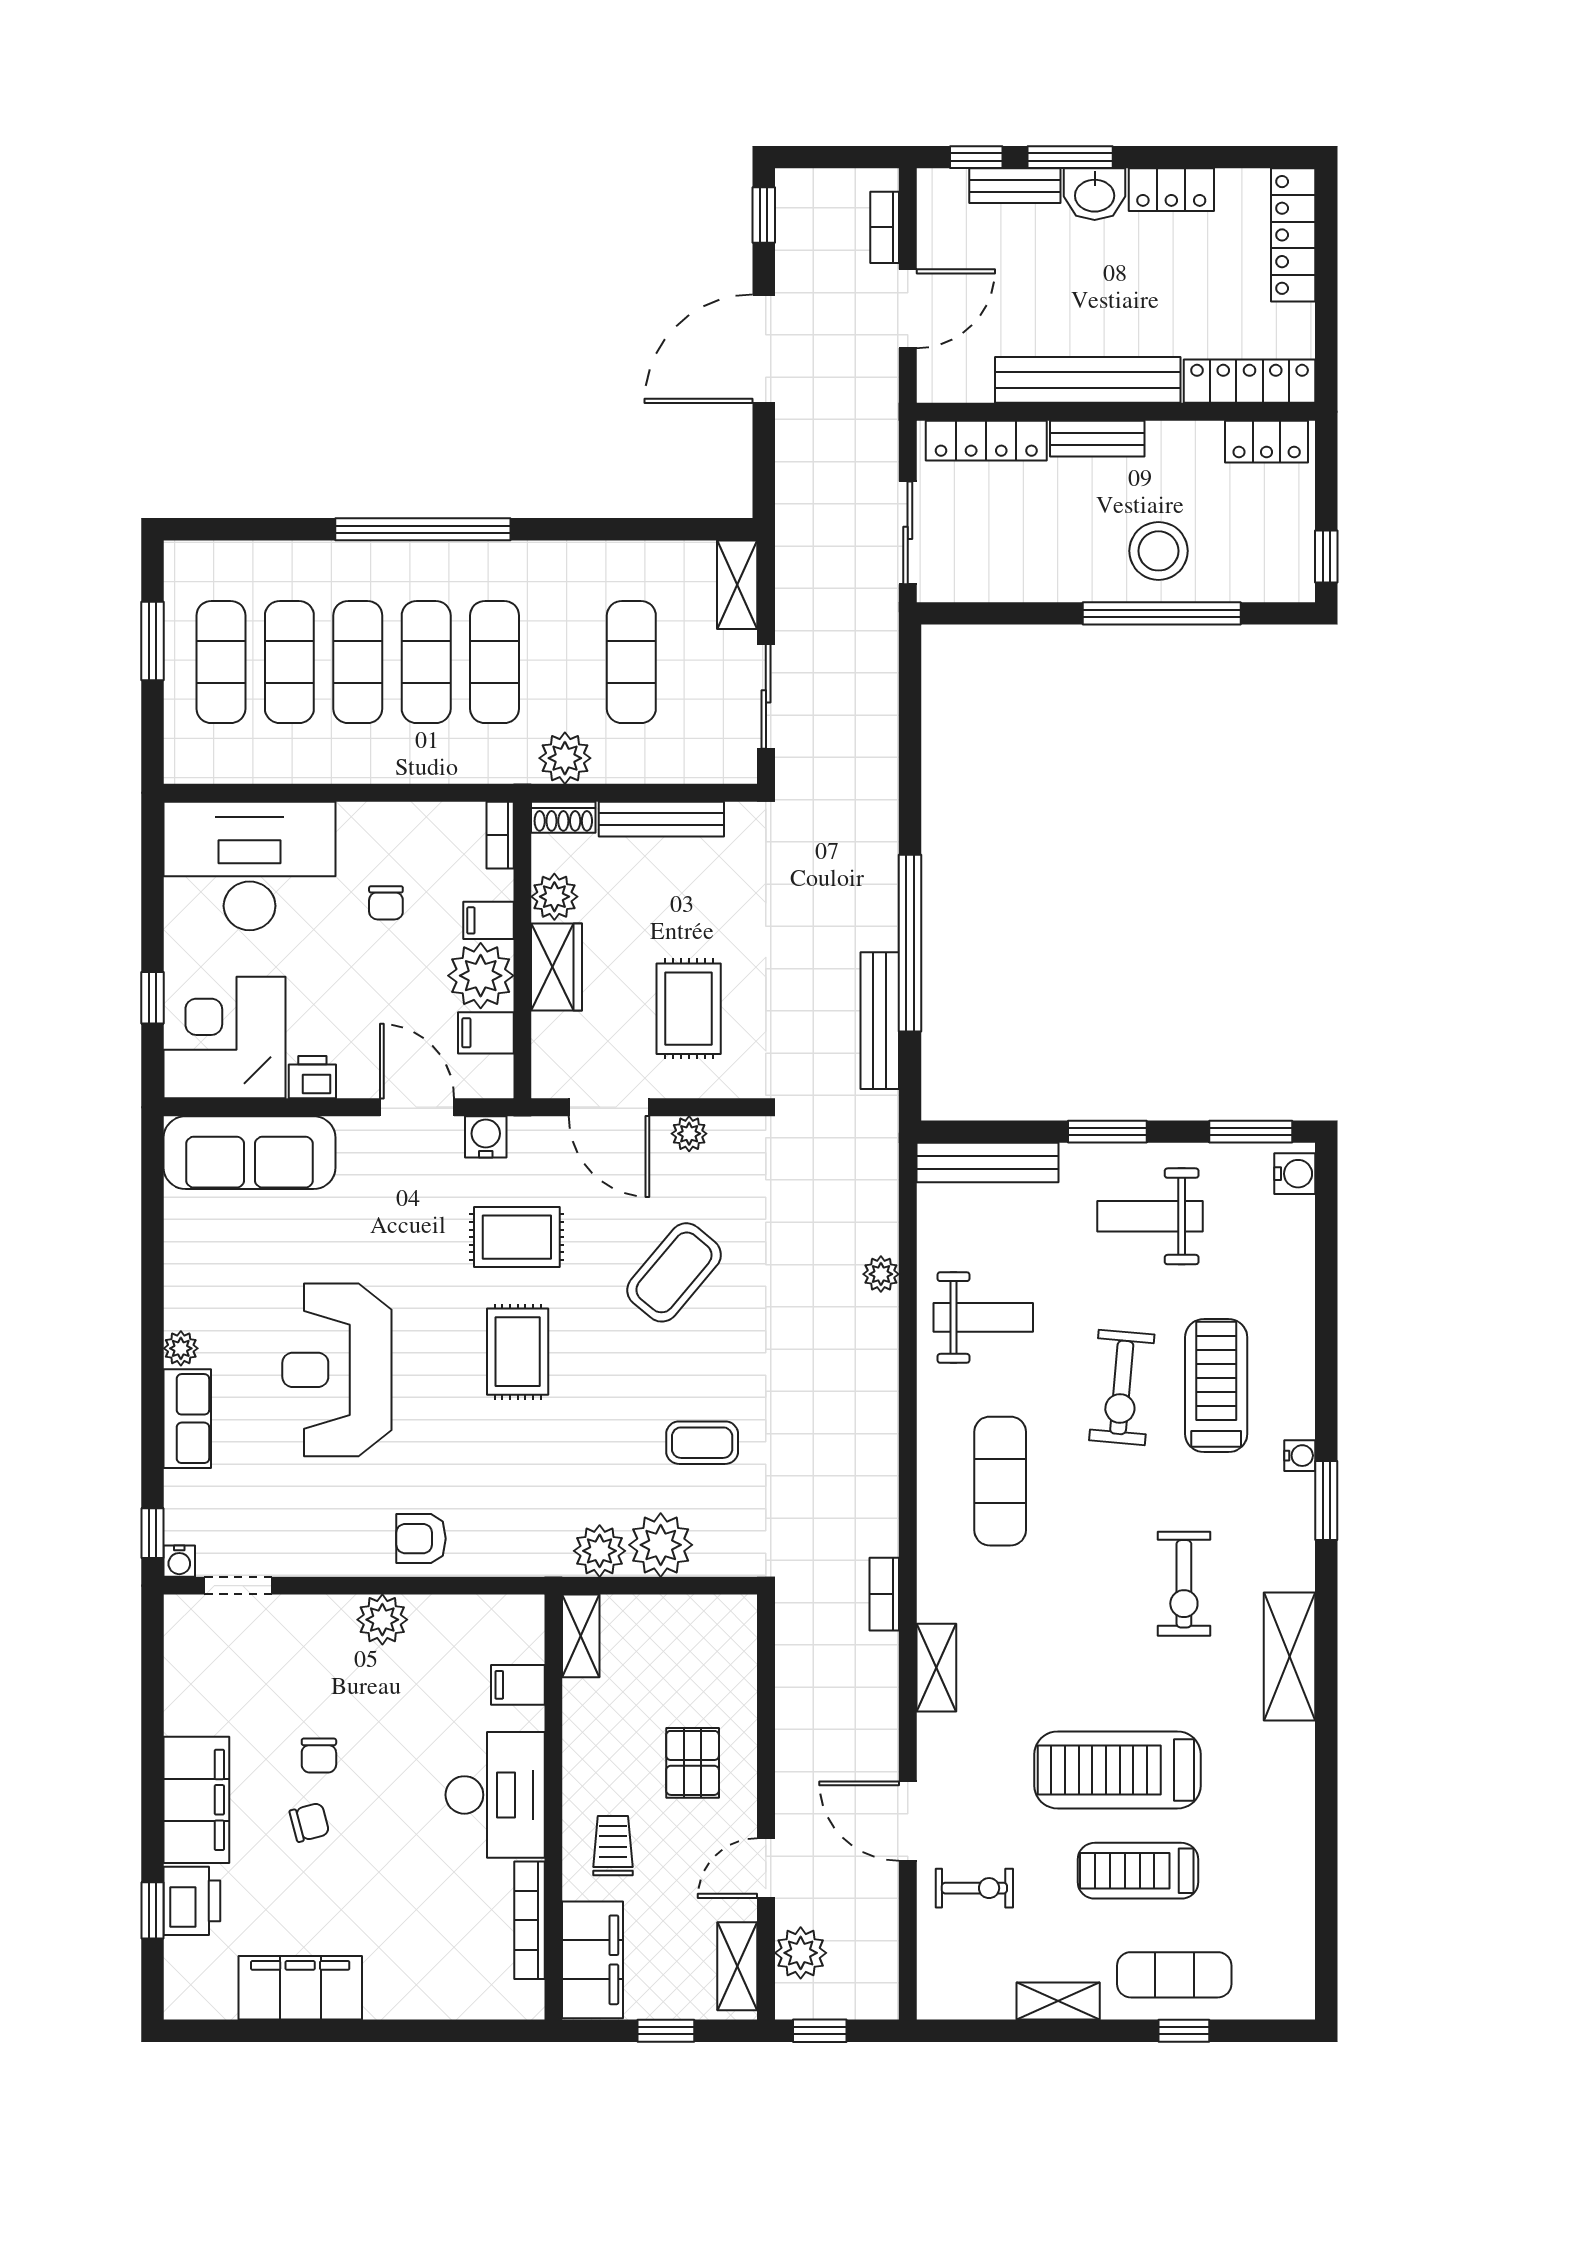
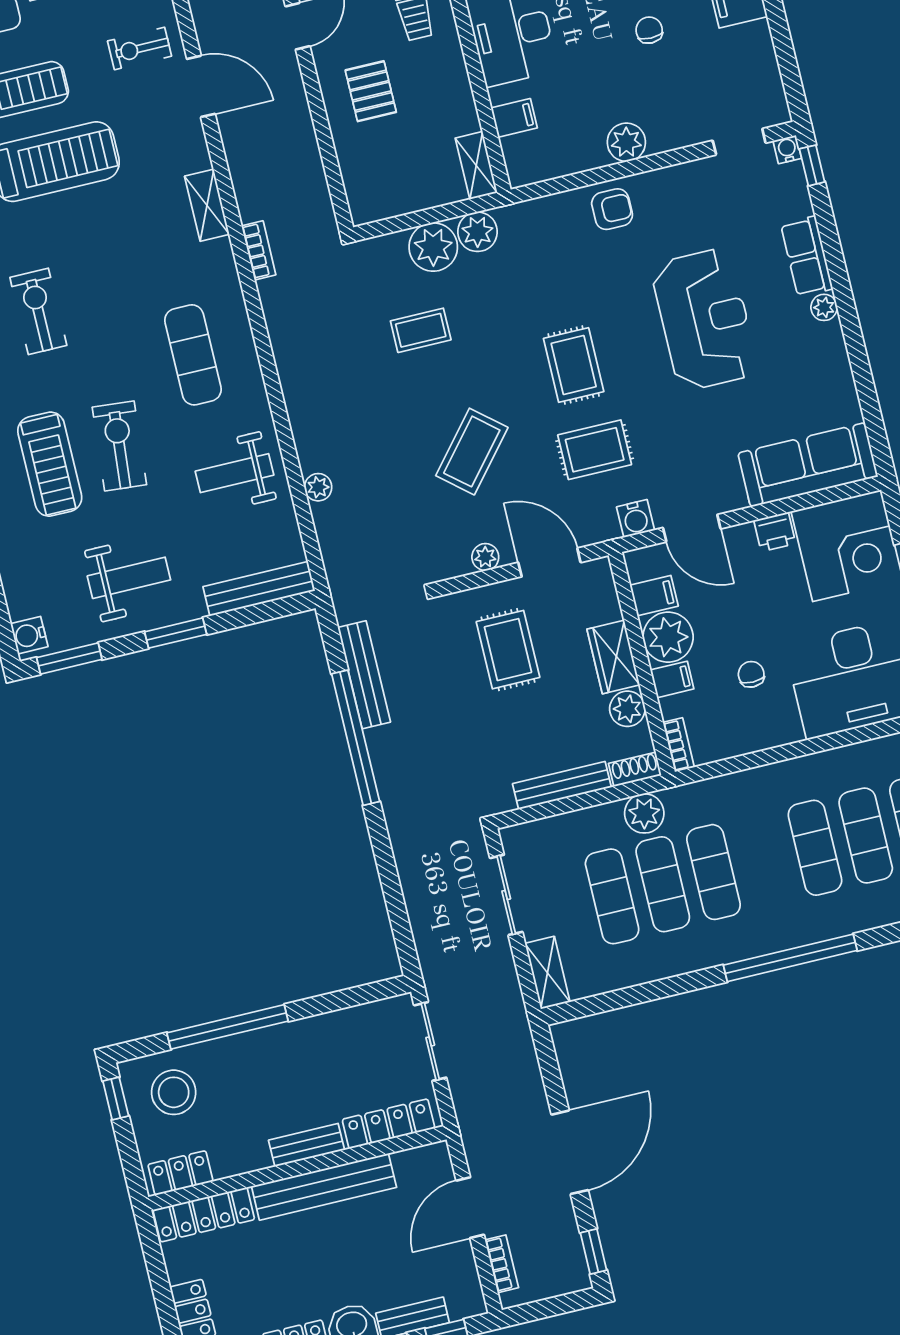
stool: (1158, 551) -> (174, 1092), moved
exercise mat: (426, 662) -> (663, 884), moved

